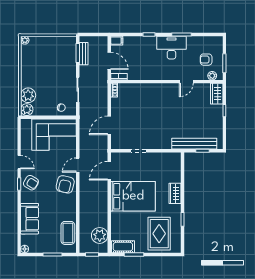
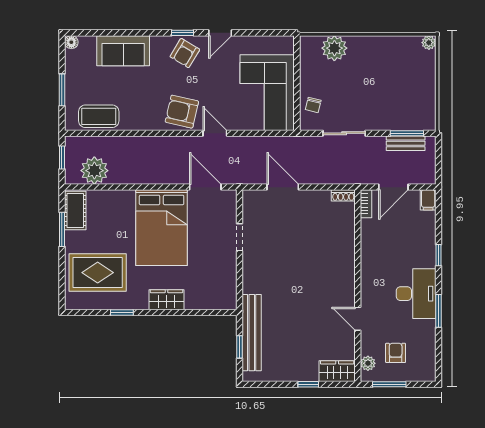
plant: (27, 110) -> (310, 46), removed

